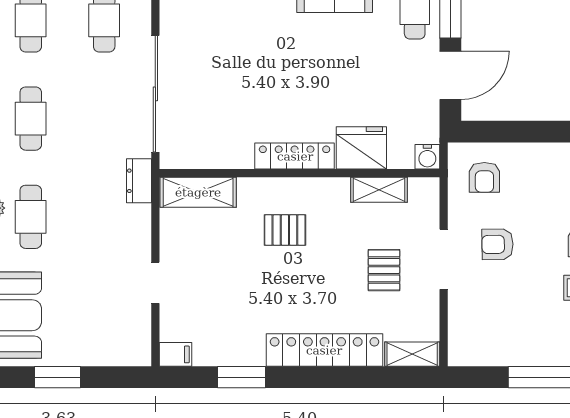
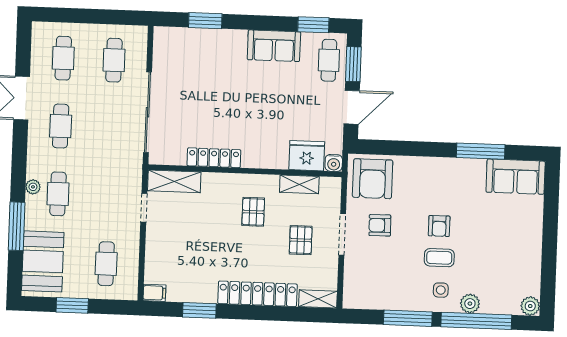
fridge: (361, 148) -> (307, 156), moved
locker: (295, 156) -> (214, 158), moved
armchair: (484, 177) -> (373, 179), width x1.88, depth x1.88
dresser: (139, 181) -> (134, 172), removed
pallet: (285, 230) -> (253, 212), moved, turned 90
doorway: (155, 283) -> (144, 208), moved
cafe table: (104, 315) -> (106, 264), added

